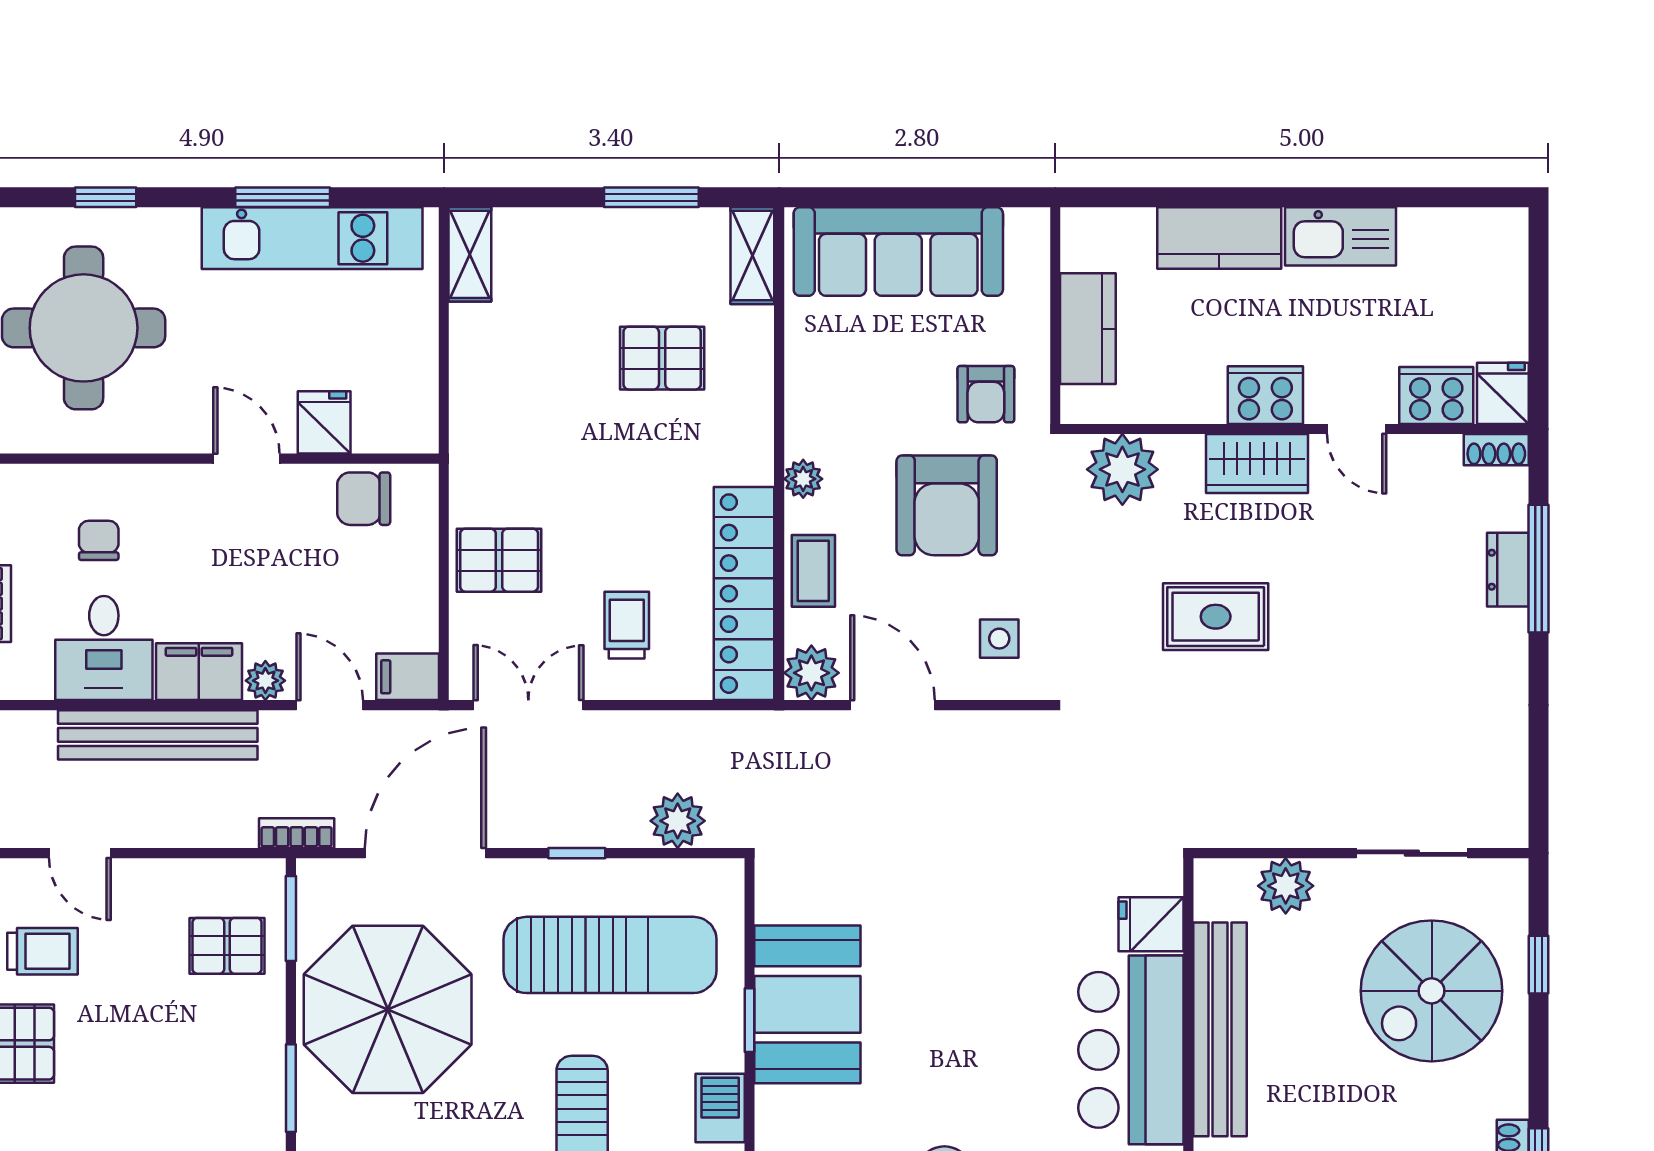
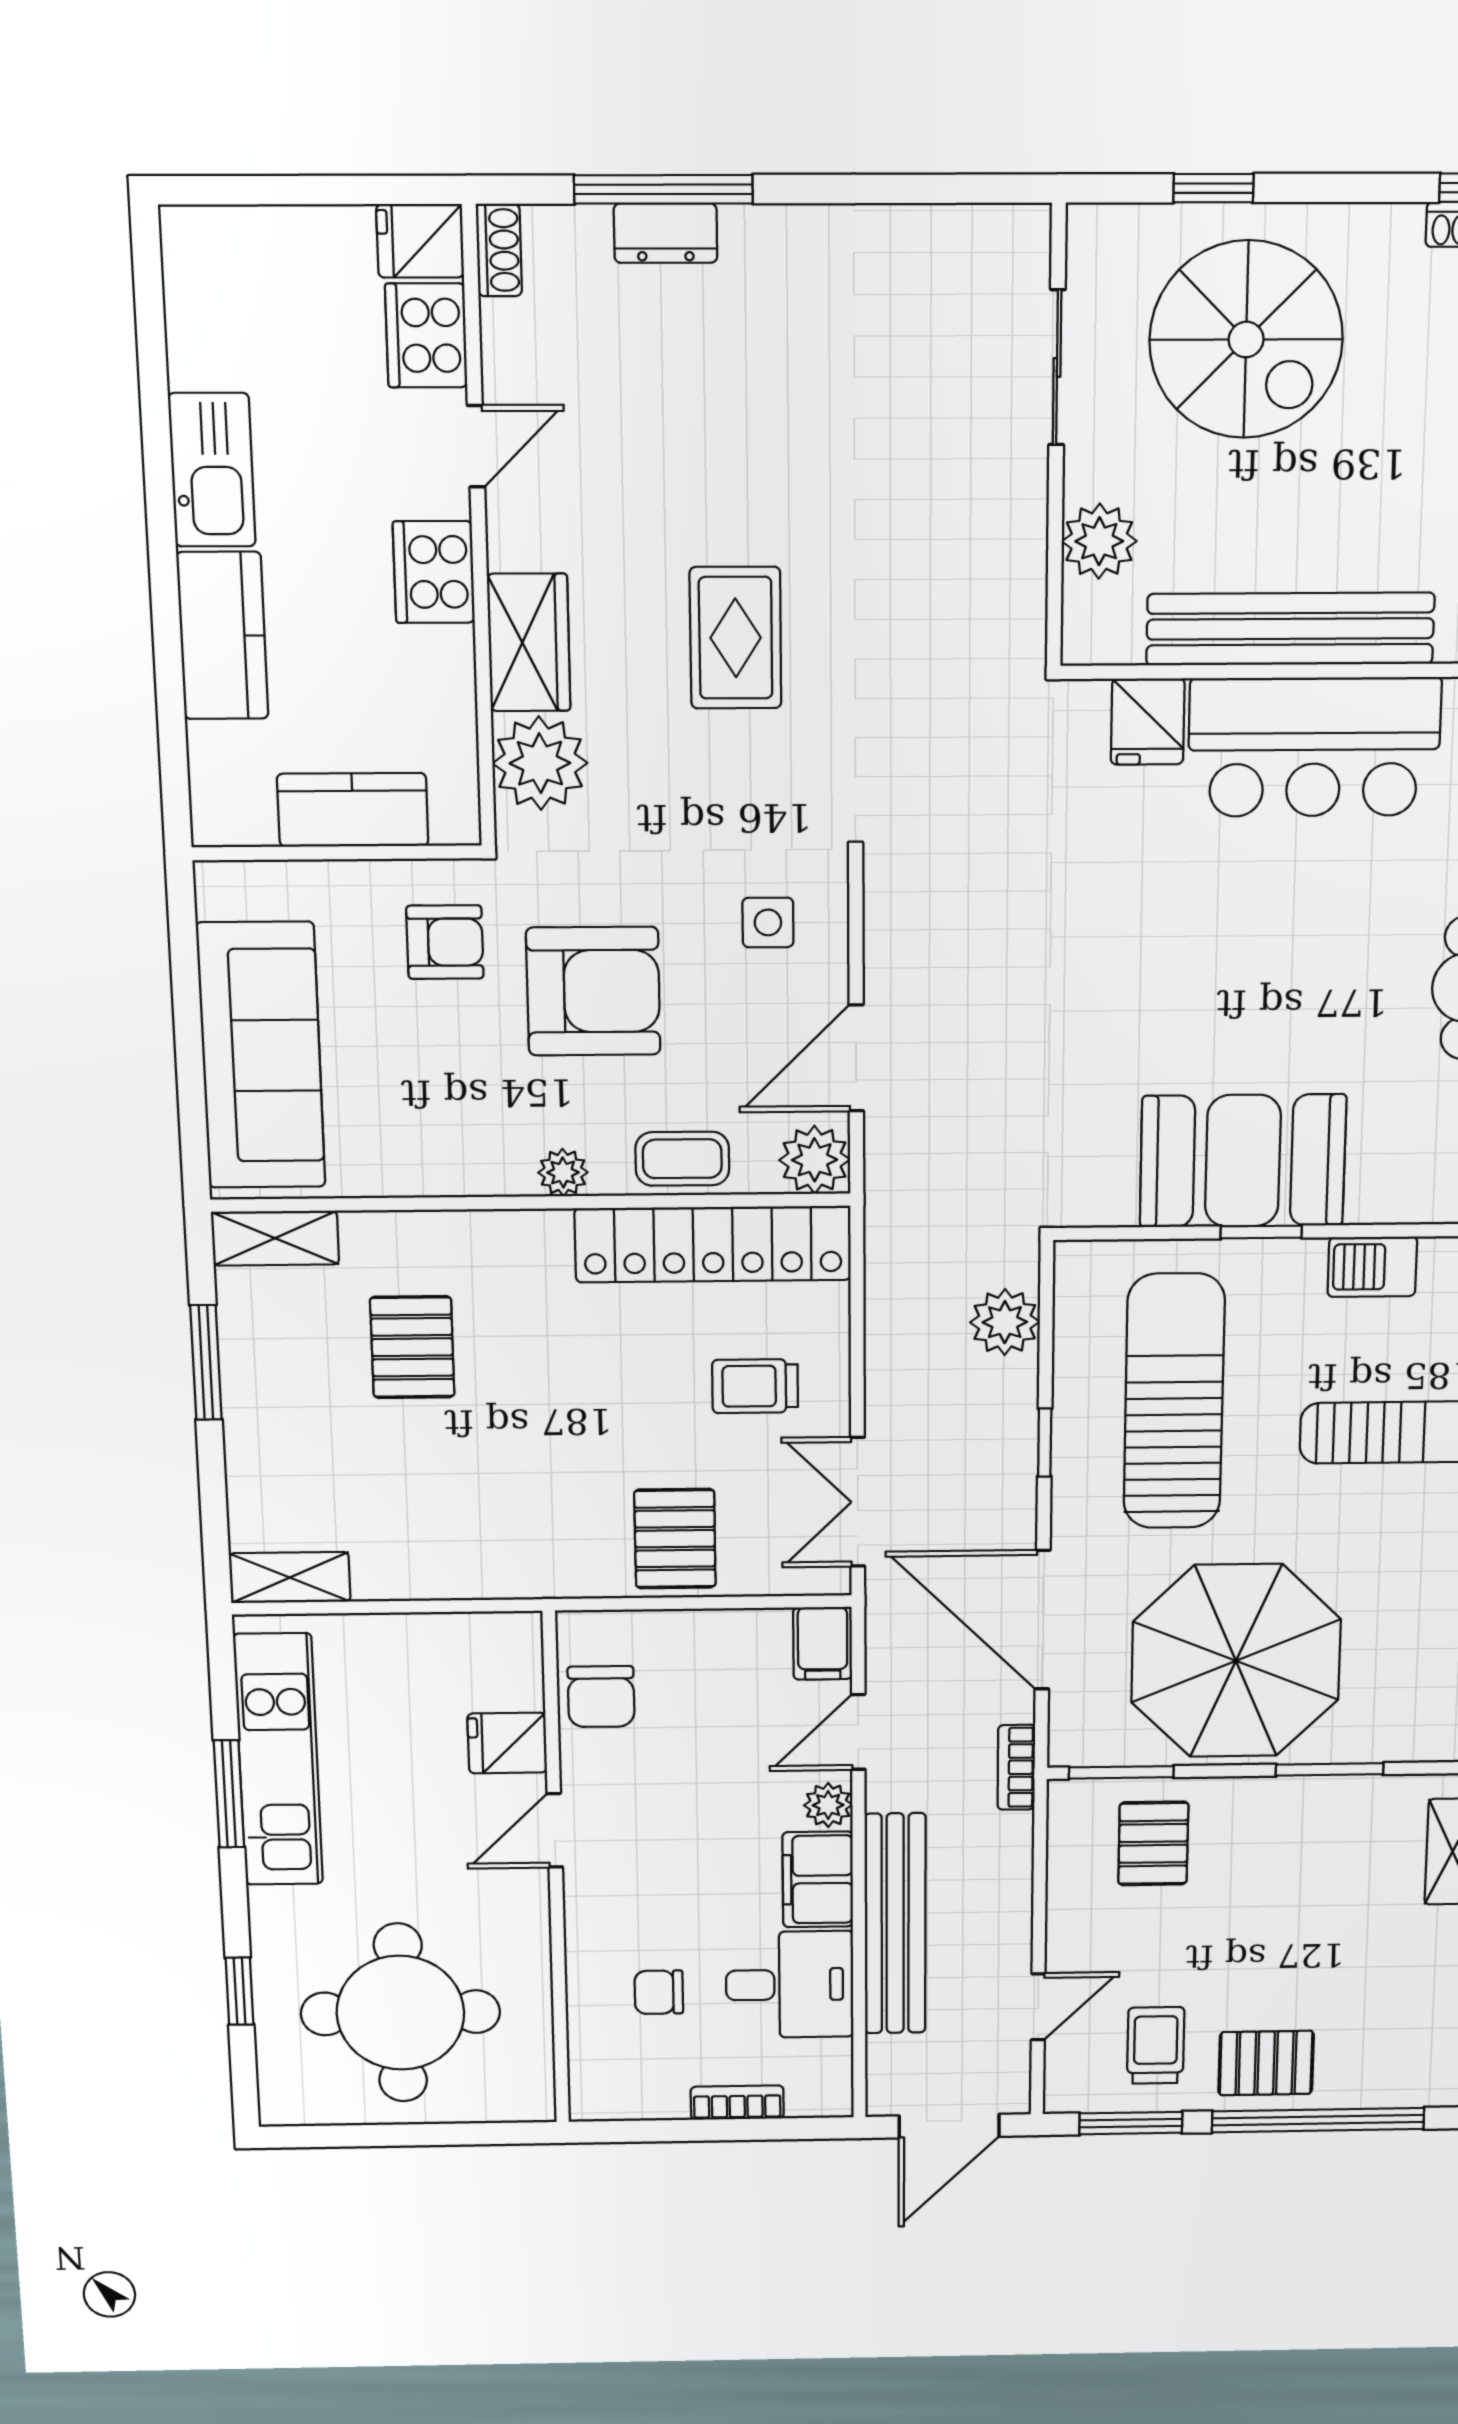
wardrobe: (1257, 464) -> (529, 643), moved

